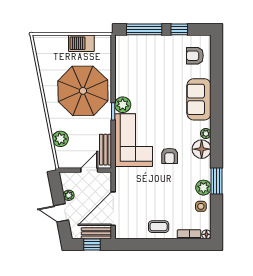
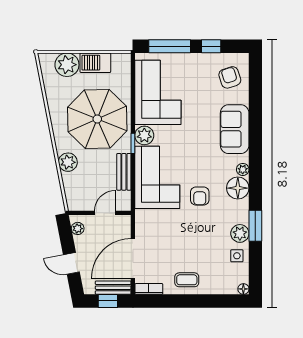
plant: (57, 45) -> (67, 65), added
armchair: (195, 56) -> (230, 77), turned 72
corner sofa: (134, 68) -> (158, 92), added
plant: (60, 139) -> (68, 162), moved
bench: (105, 150) -> (124, 172), moved
plant: (69, 195) -> (78, 228), moved
bookcase: (189, 234) -> (149, 289), moved

